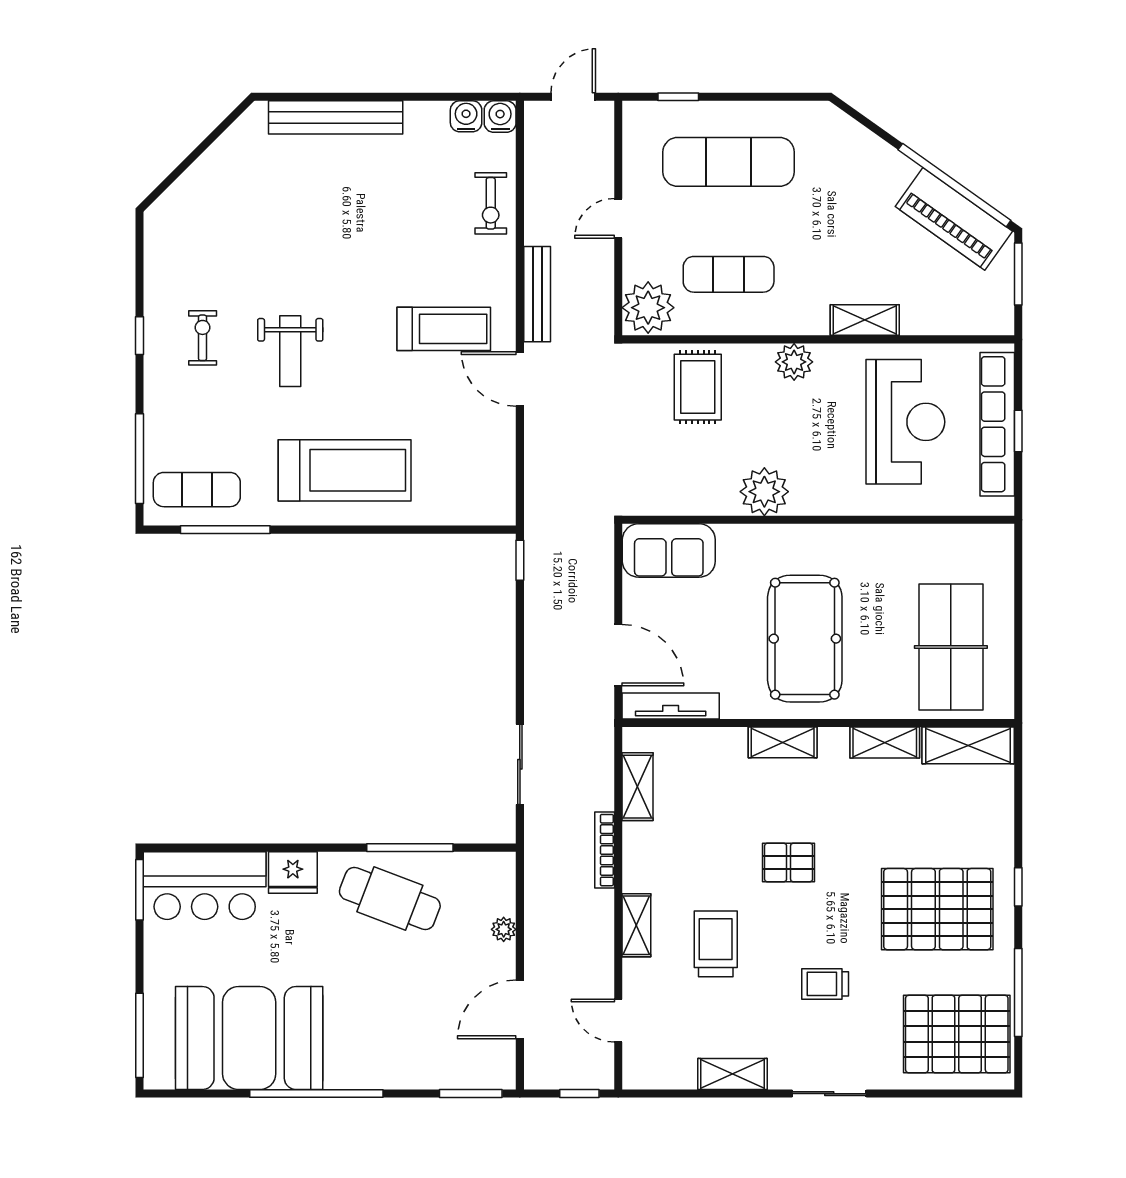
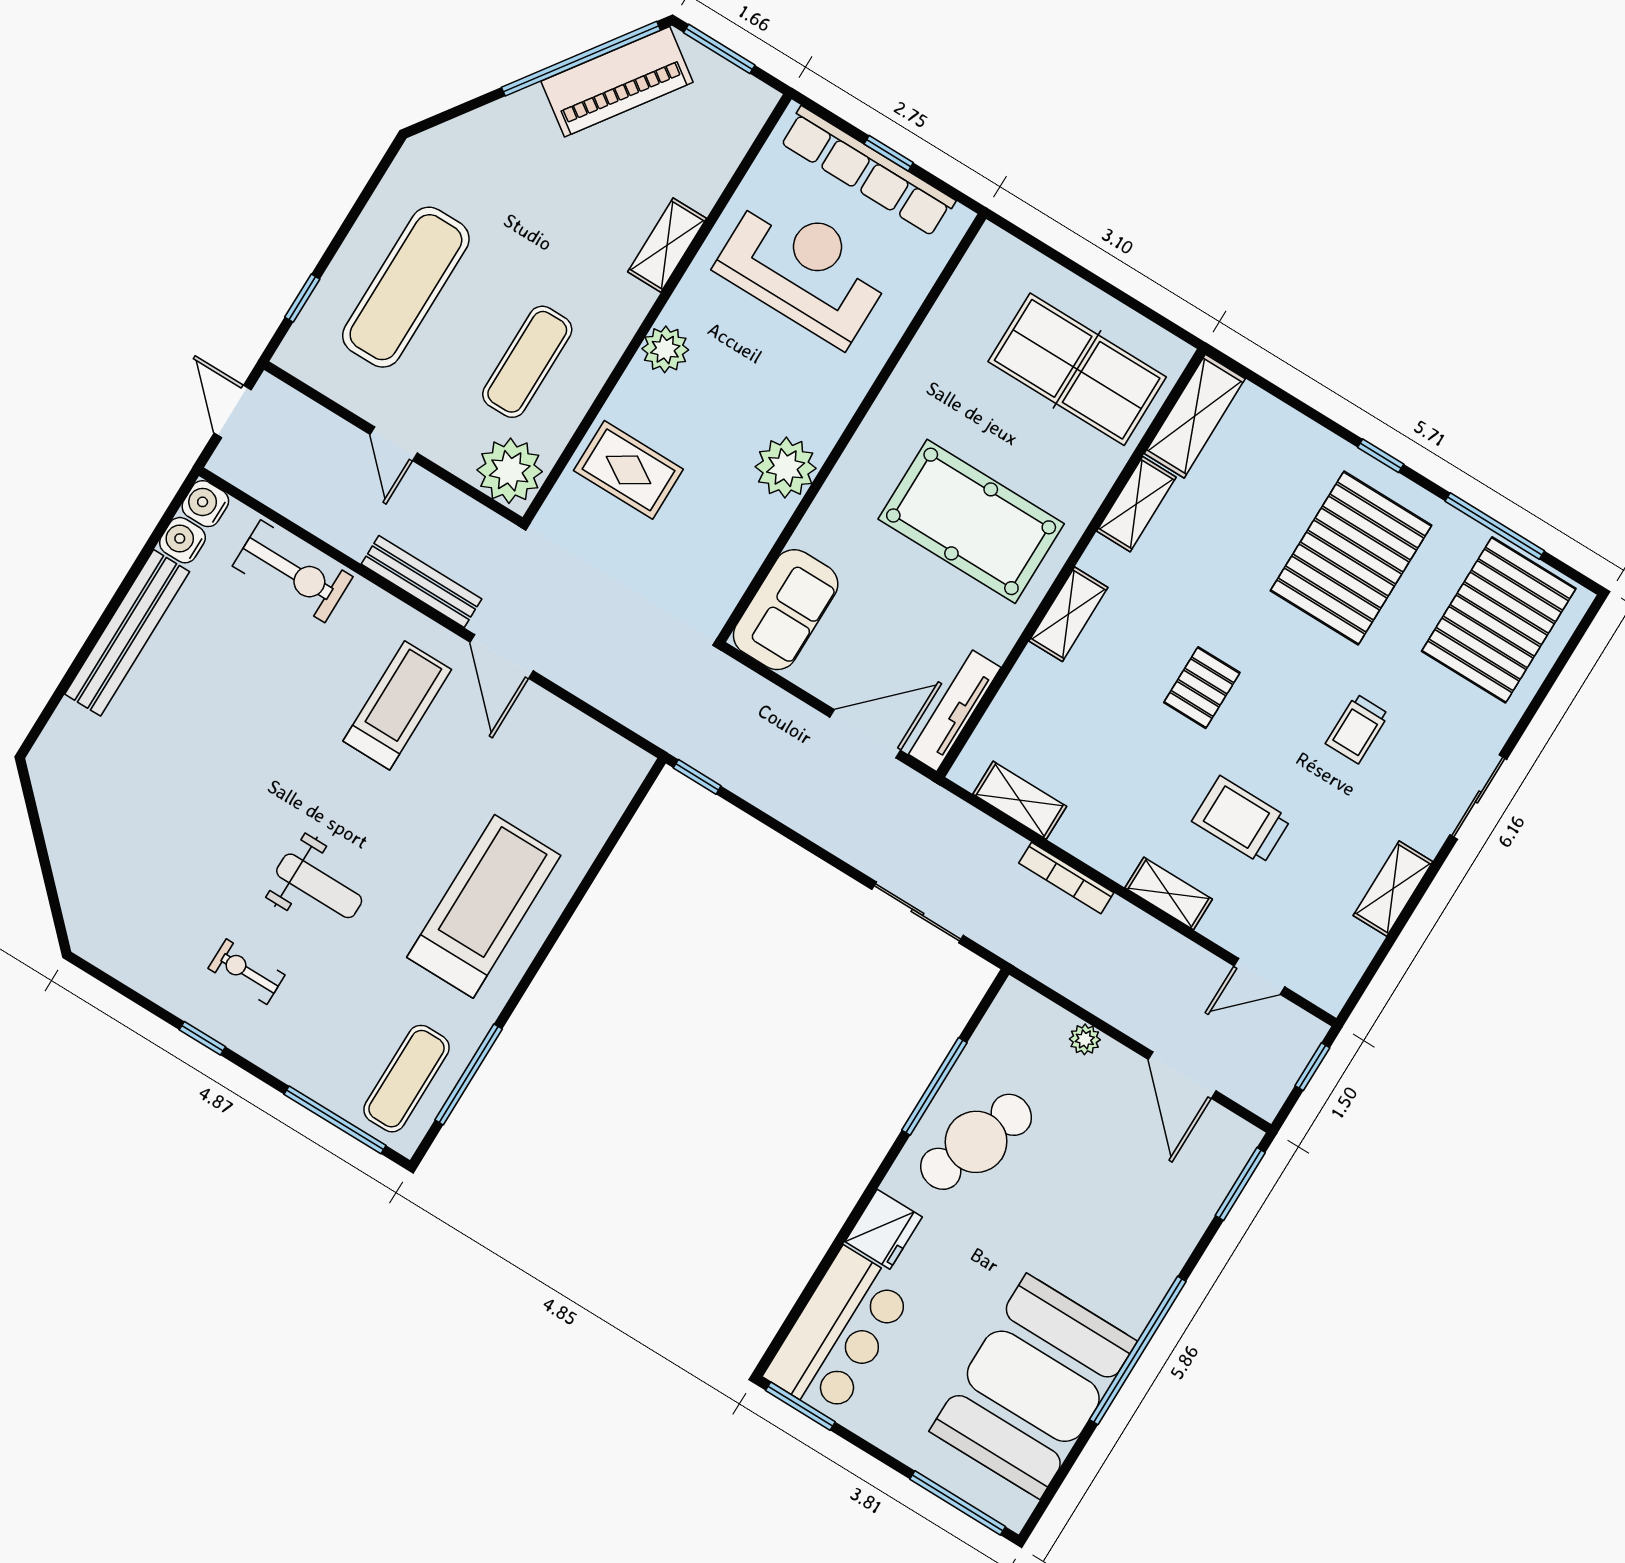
bench: (336, 117) -> (127, 633), moved
exercise bike: (491, 203) -> (293, 571), width x1.38, depth x1.39
door: (520, 379) -> (502, 657), hinge flipped

